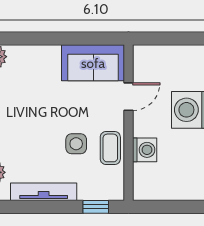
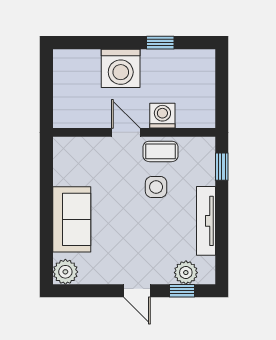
sofa: (93, 63) -> (72, 219), moved
door: (129, 97) -> (126, 132), moved

